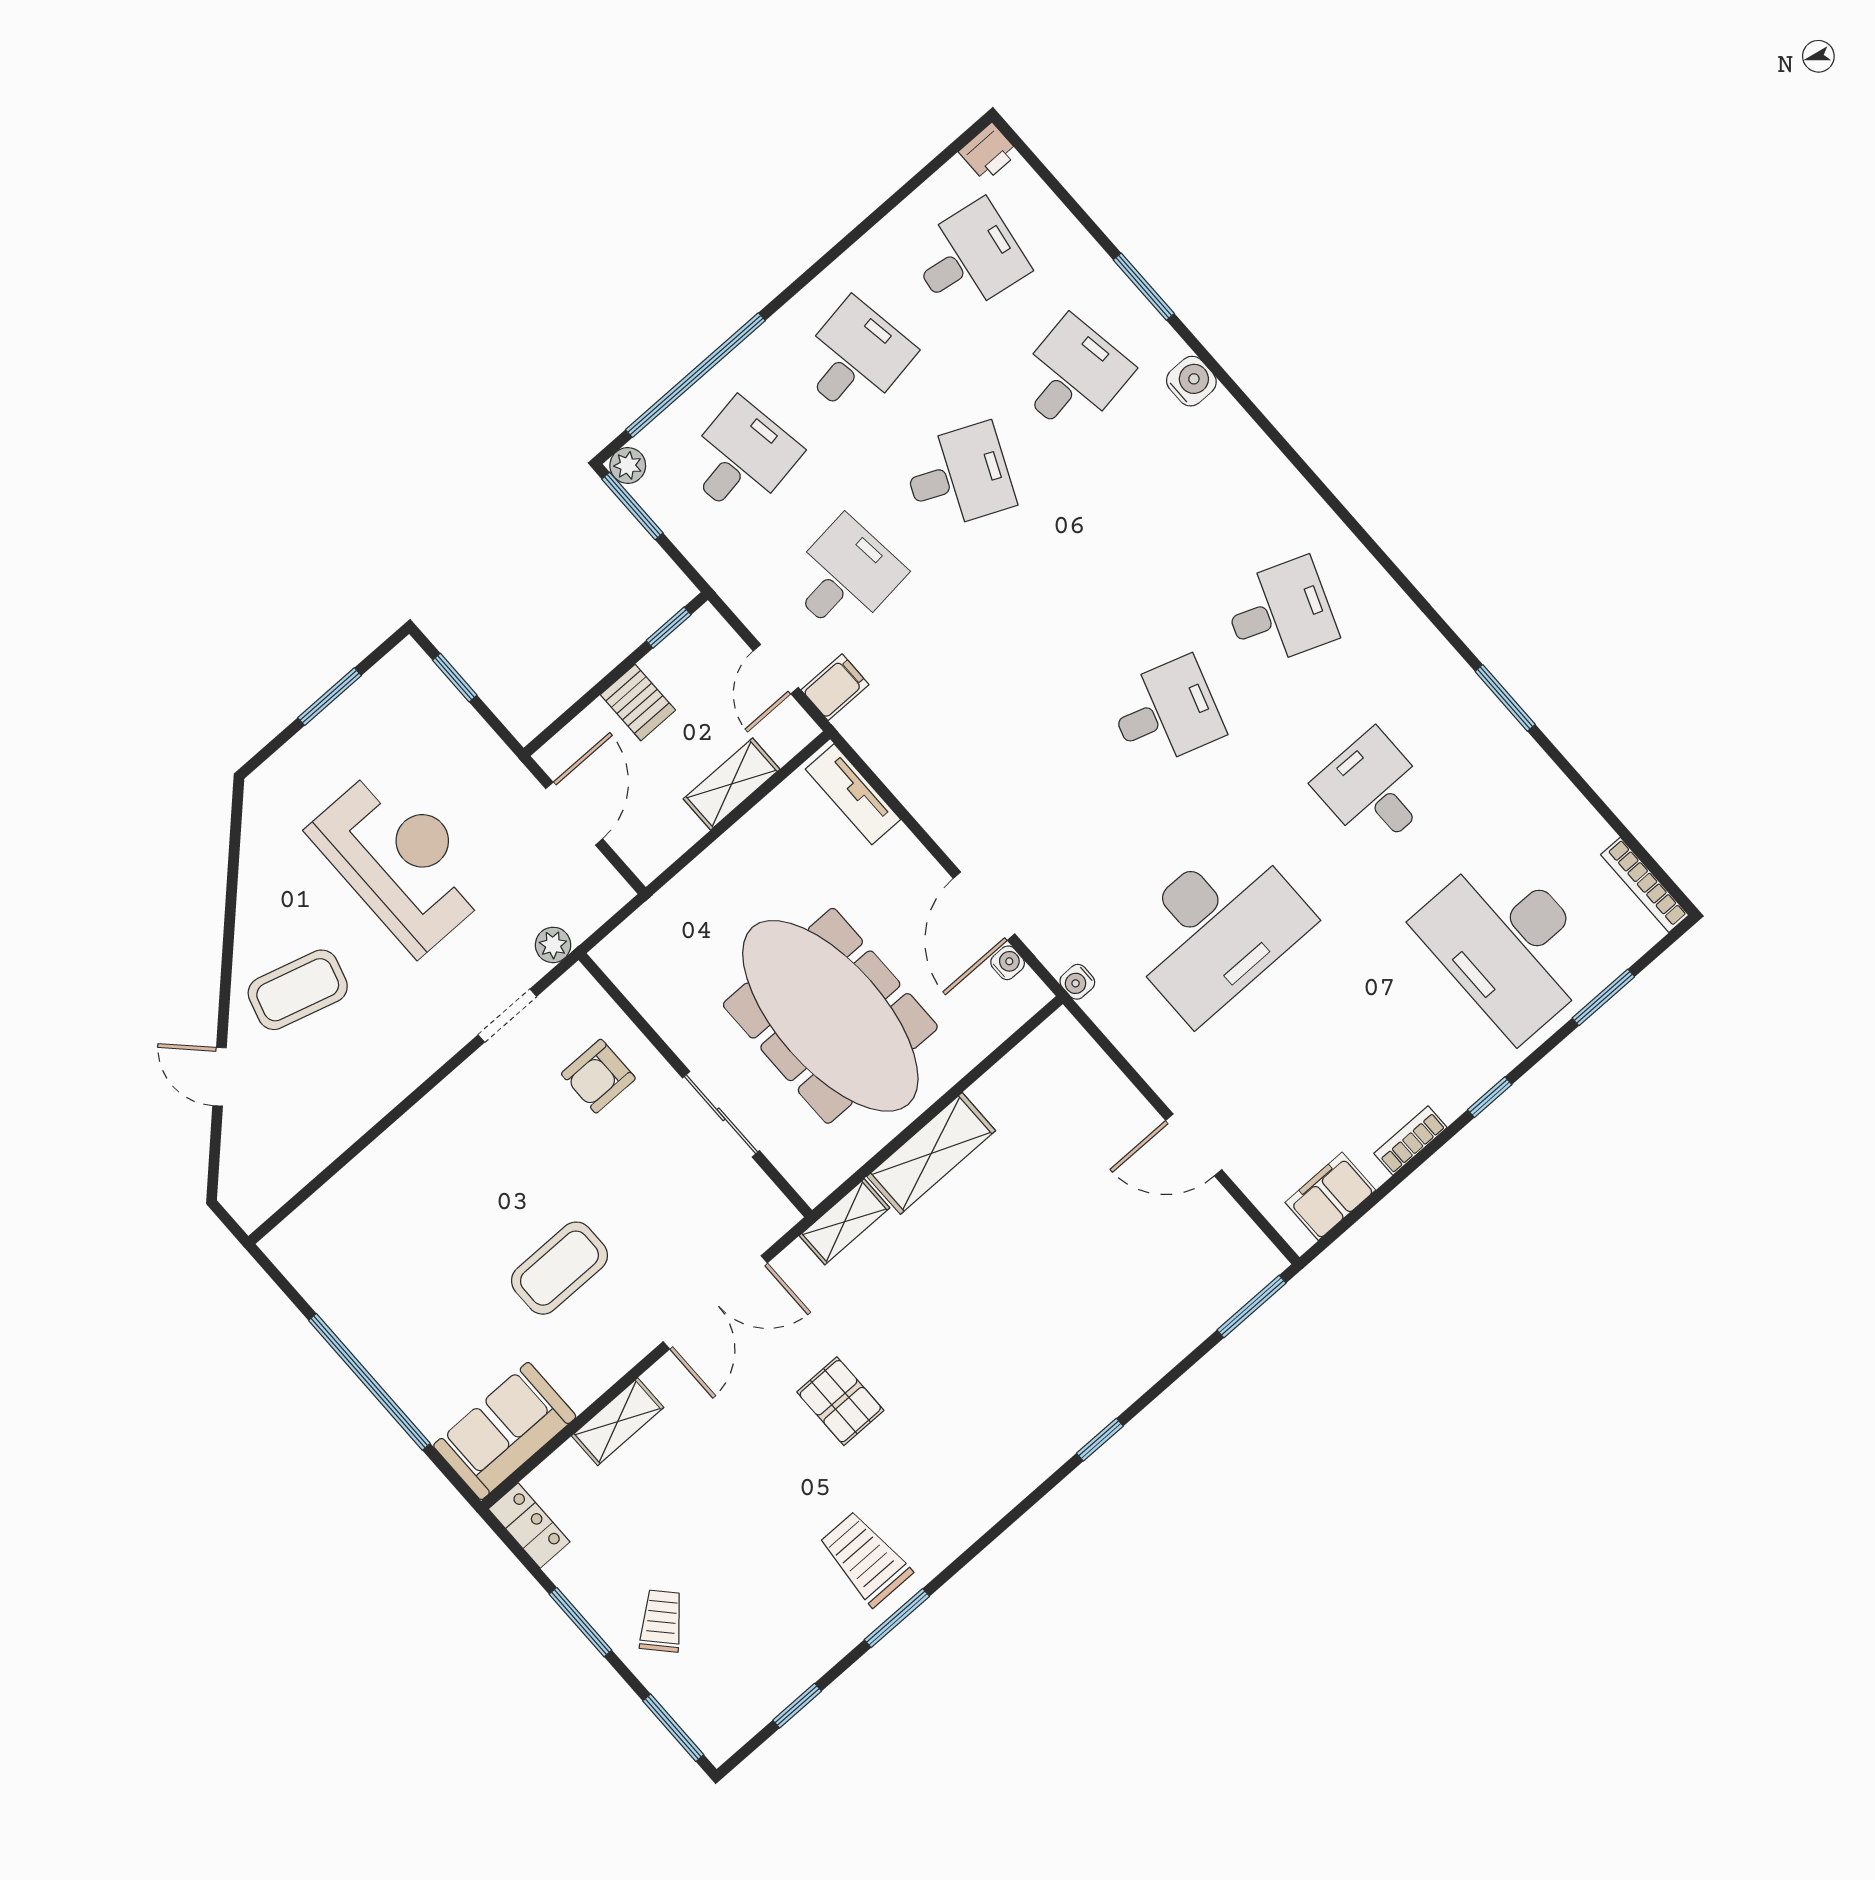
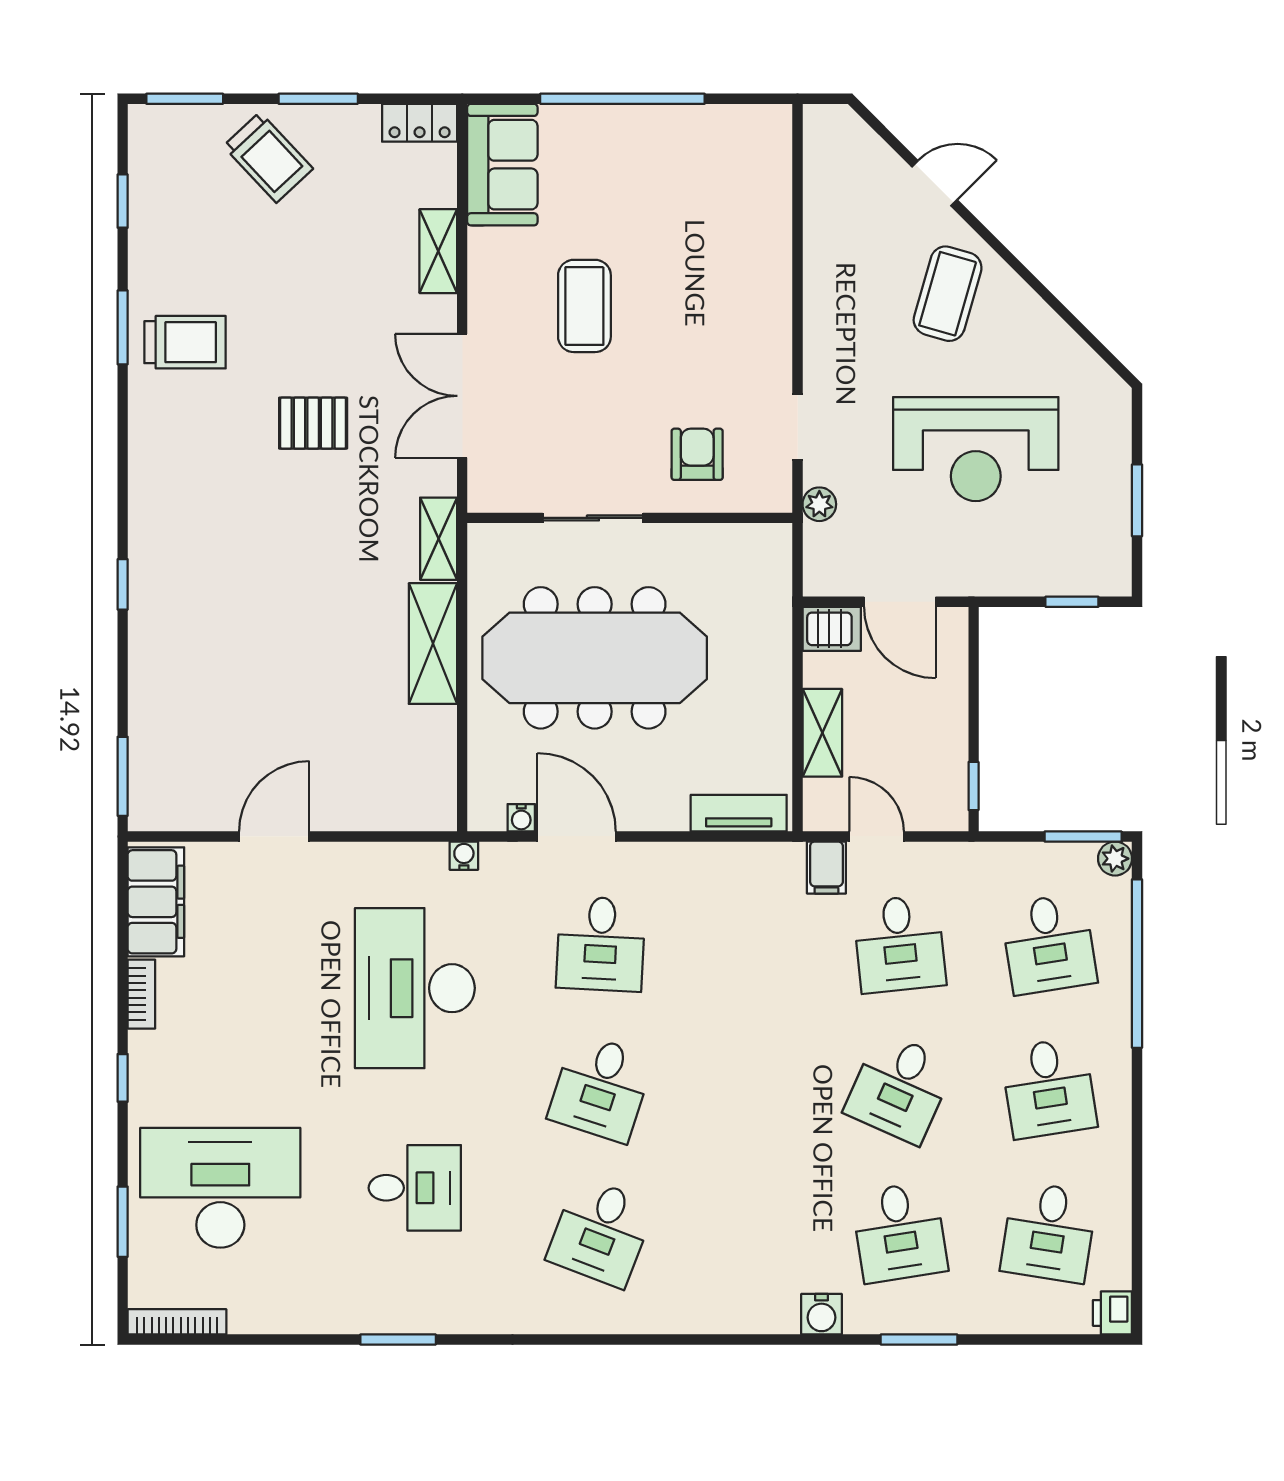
server rack: (638, 702) -> (832, 629), moved, turned 180
desk: (1052, 813) -> (601, 944), added
filing cabinet: (1330, 1196) -> (156, 902), width x1.50, depth x1.17
trolley: (662, 1621) -> (268, 157), width x1.36, depth x1.39

